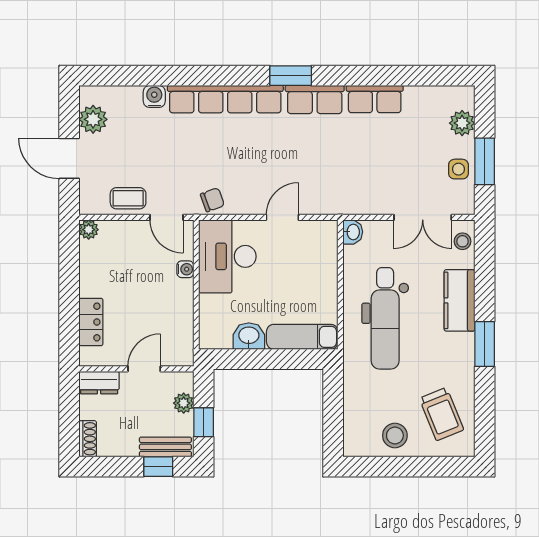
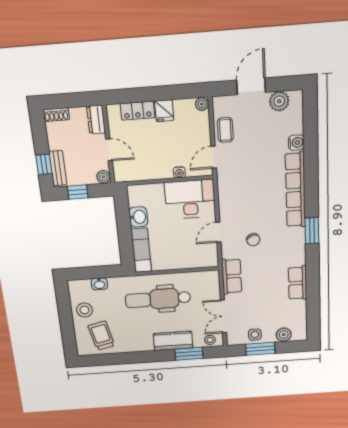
row of seats: (315, 100) -> (232, 276), moved, turned 180
chair: (212, 200) -> (253, 240), moved
door: (282, 217) -> (218, 232), swing flipped
washbasin: (353, 232) -> (99, 284), moved
fridge: (94, 284) -> (164, 111), added
window: (485, 344) -> (189, 354), moved
plant: (184, 403) -> (103, 177), moved
trolley: (442, 414) -> (101, 336), turned 99

